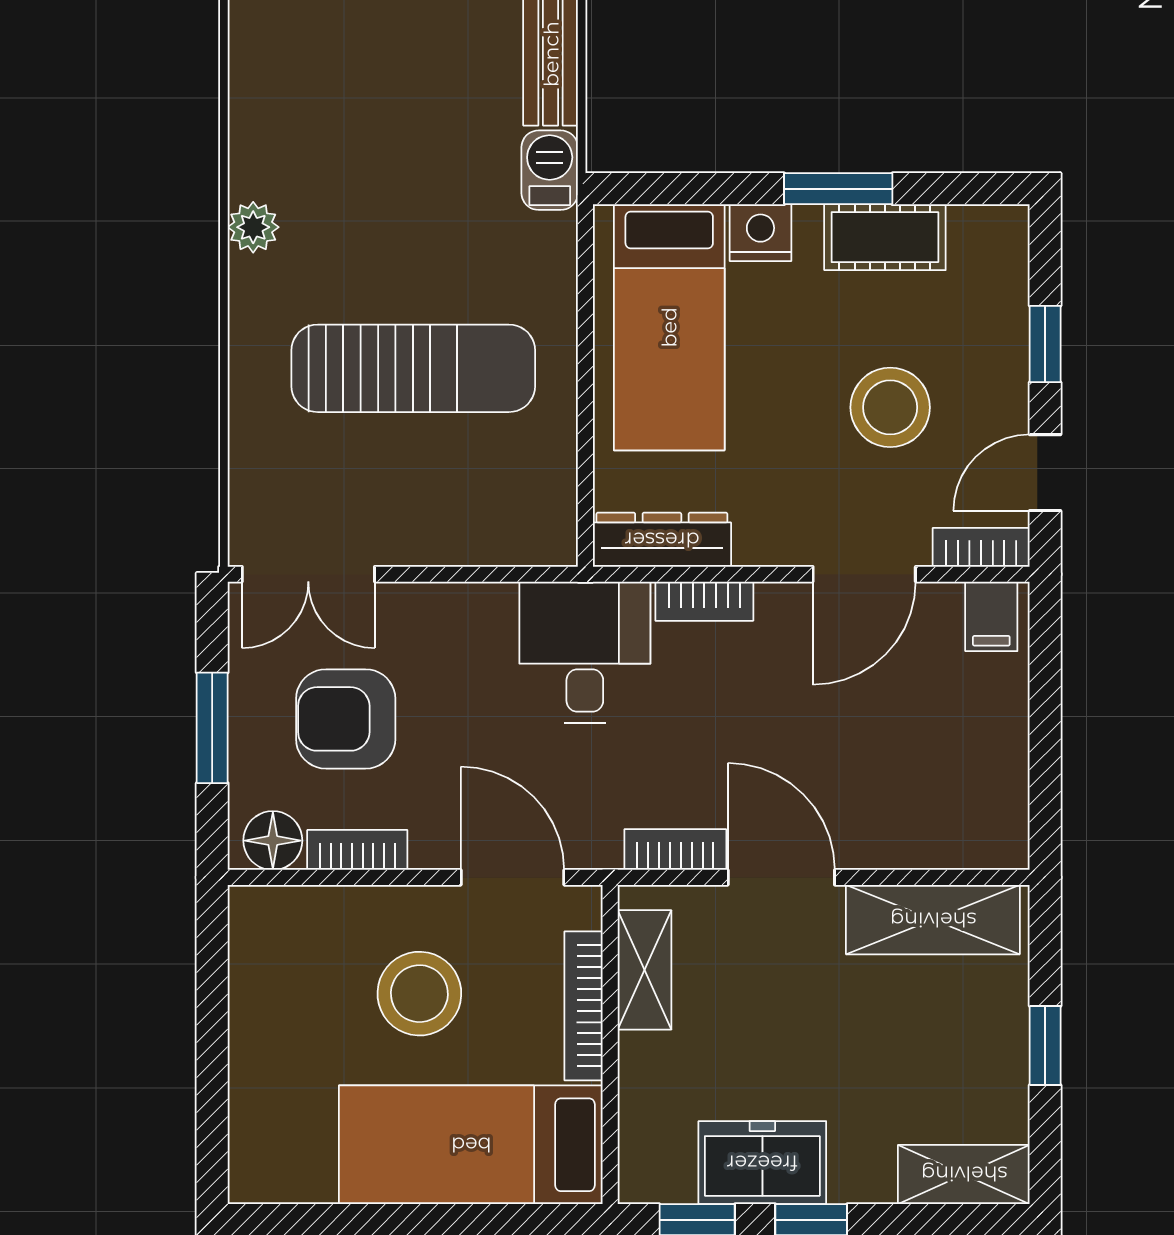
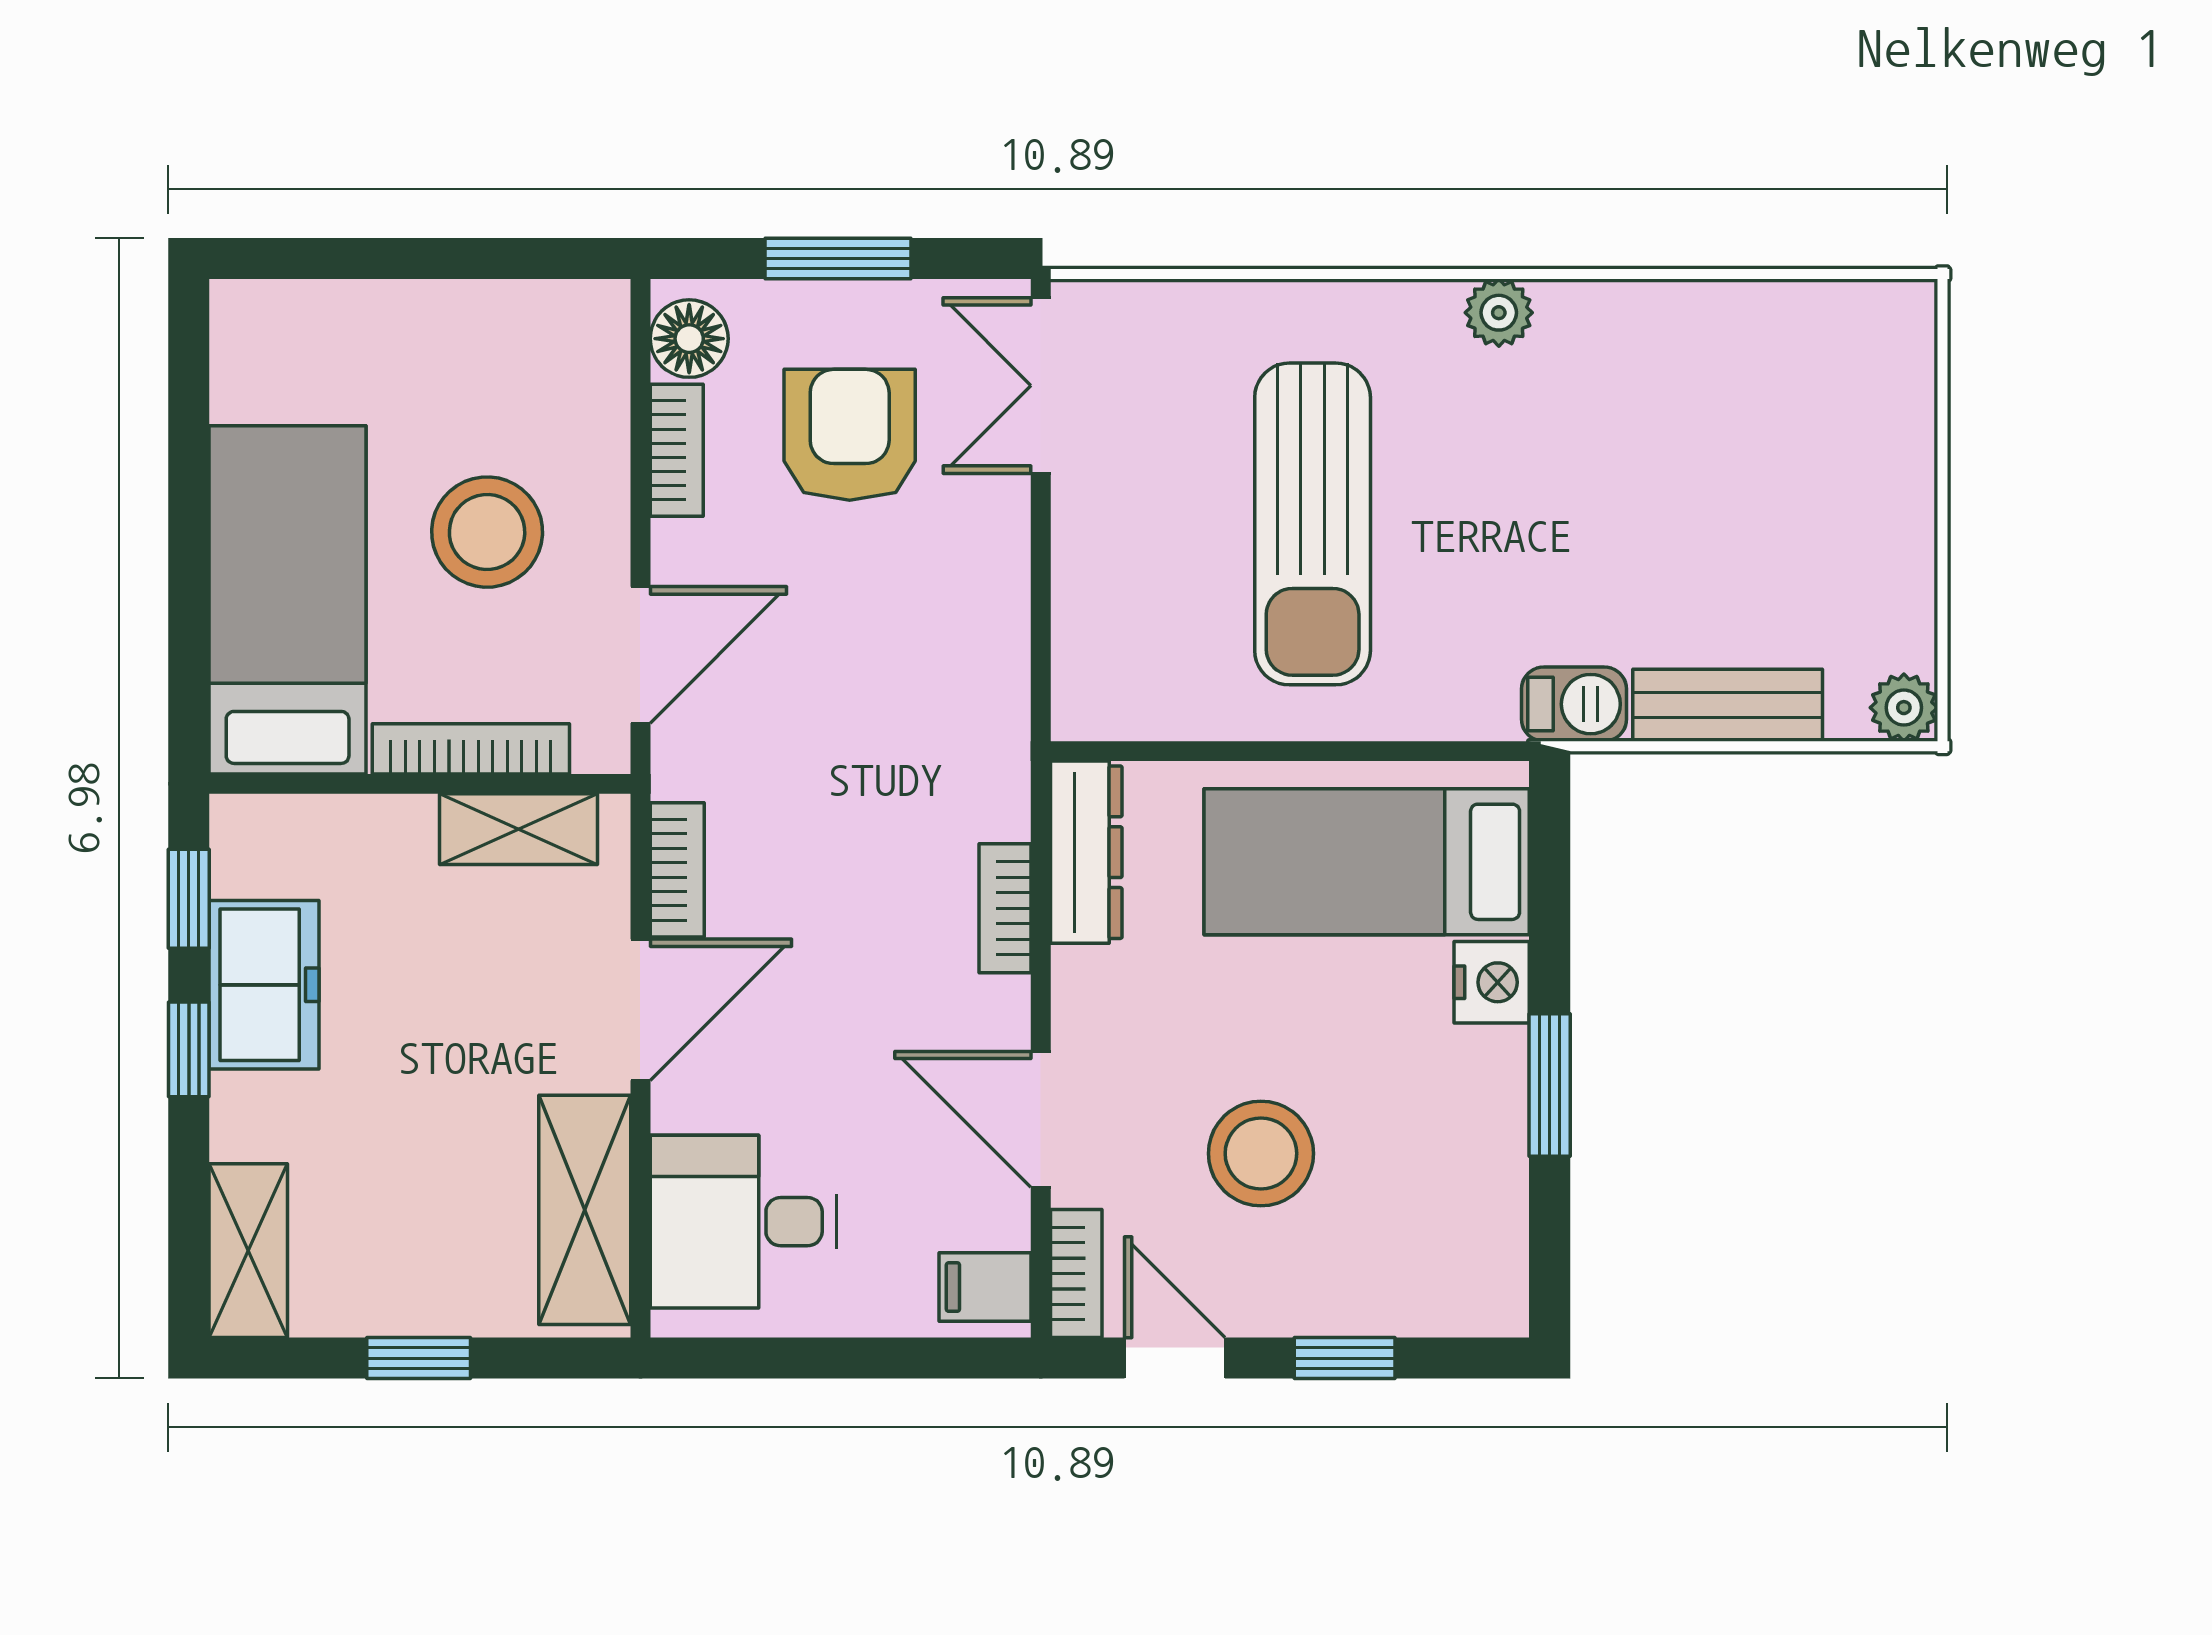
cot: (885, 237) -> (1486, 1147), removed
desk: (585, 652) -> (744, 1222), moved, turned 180

